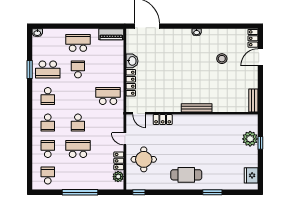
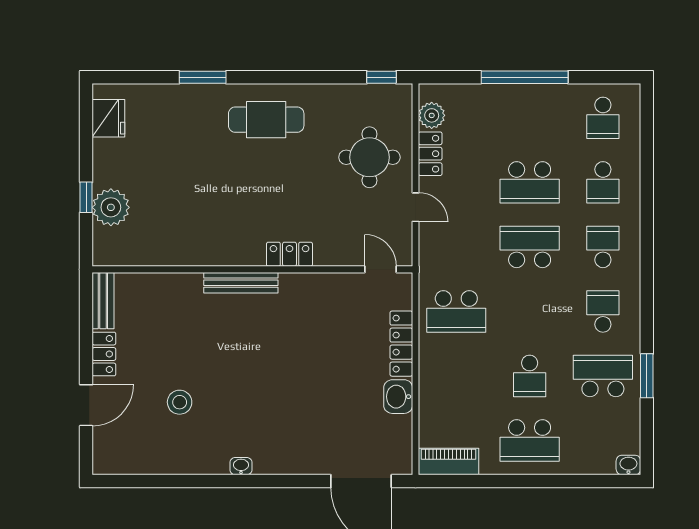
locker: (253, 38) -> (104, 354), moved
locker: (163, 119) -> (289, 254), moved
school desk: (78, 122) -> (530, 247), width x1.85

